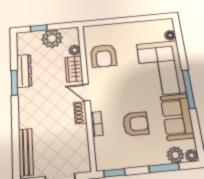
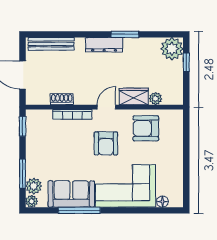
plant: (52, 39) -> (172, 49), moved
dresser: (24, 71) -> (104, 45), moved
window: (189, 89) -> (79, 210), moved
shoe rack: (80, 113) -> (62, 99), moved
bookcase: (97, 124) -> (72, 114), width x1.56
armchair: (136, 124) -> (106, 143), moved

